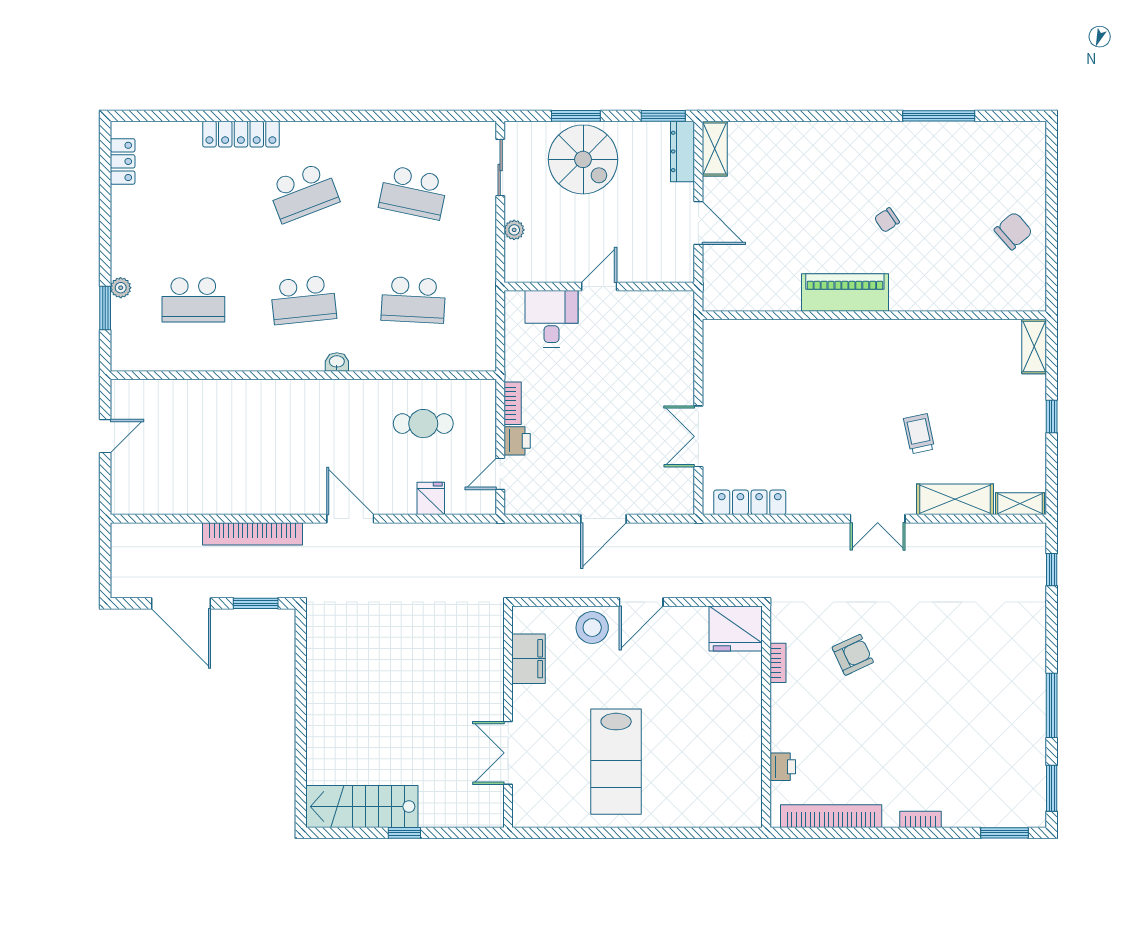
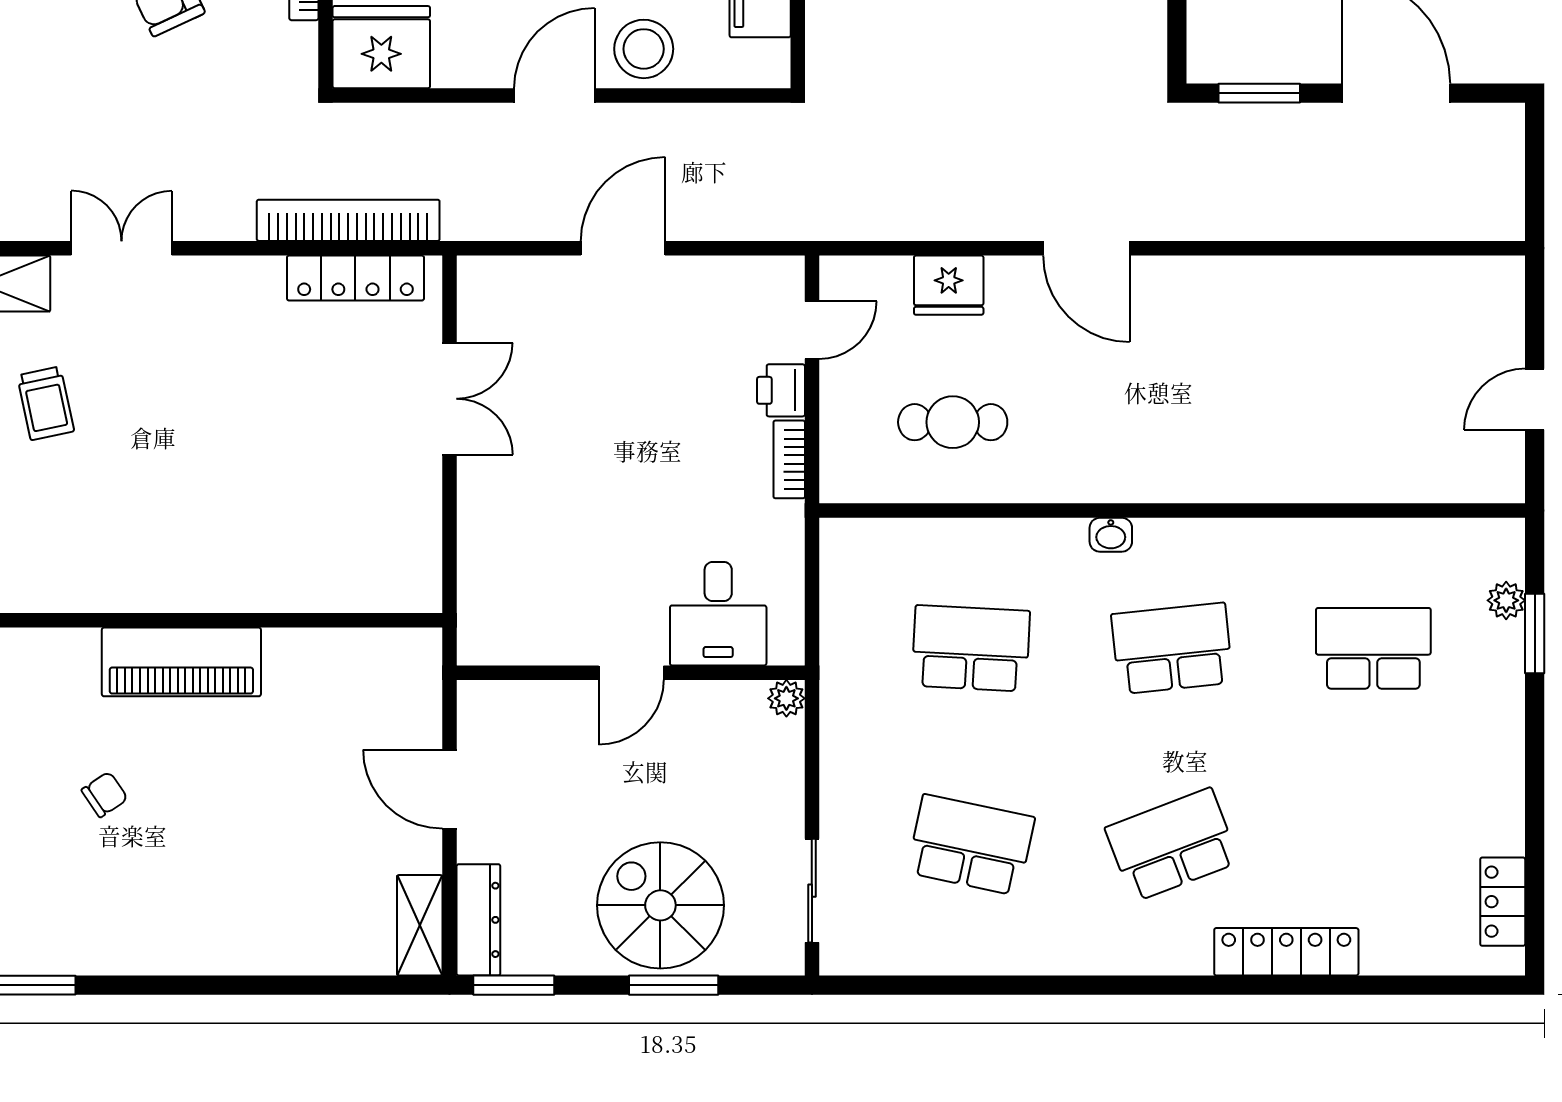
plant: (514, 230) -> (786, 698), moved
plant: (121, 288) -> (1506, 600), moved
fridge: (431, 498) -> (949, 285), width x1.38
bookcase: (253, 534) -> (348, 220), moved

